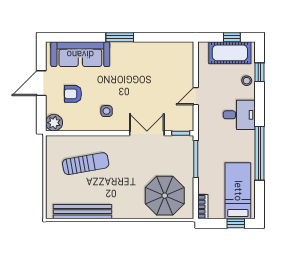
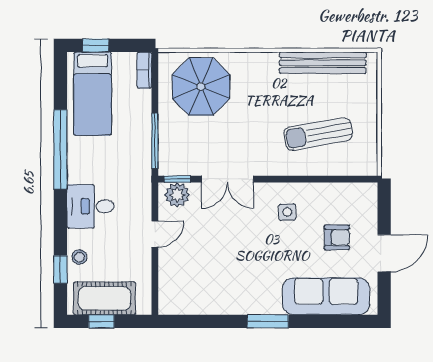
plant: (54, 123) -> (177, 195), moved

